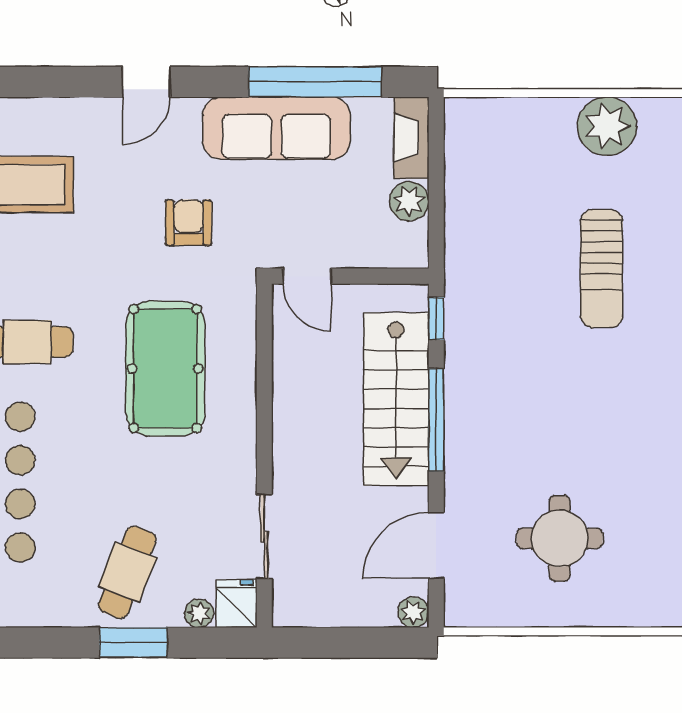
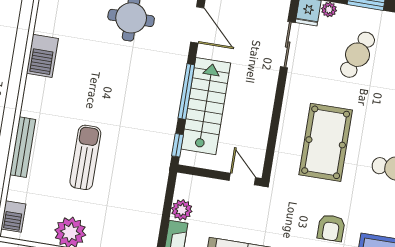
armchair: (189, 223) -> (331, 228), moved
door: (436, 545) -> (197, 25), hinge flipped
cafe table: (127, 572) -> (358, 55), moved

